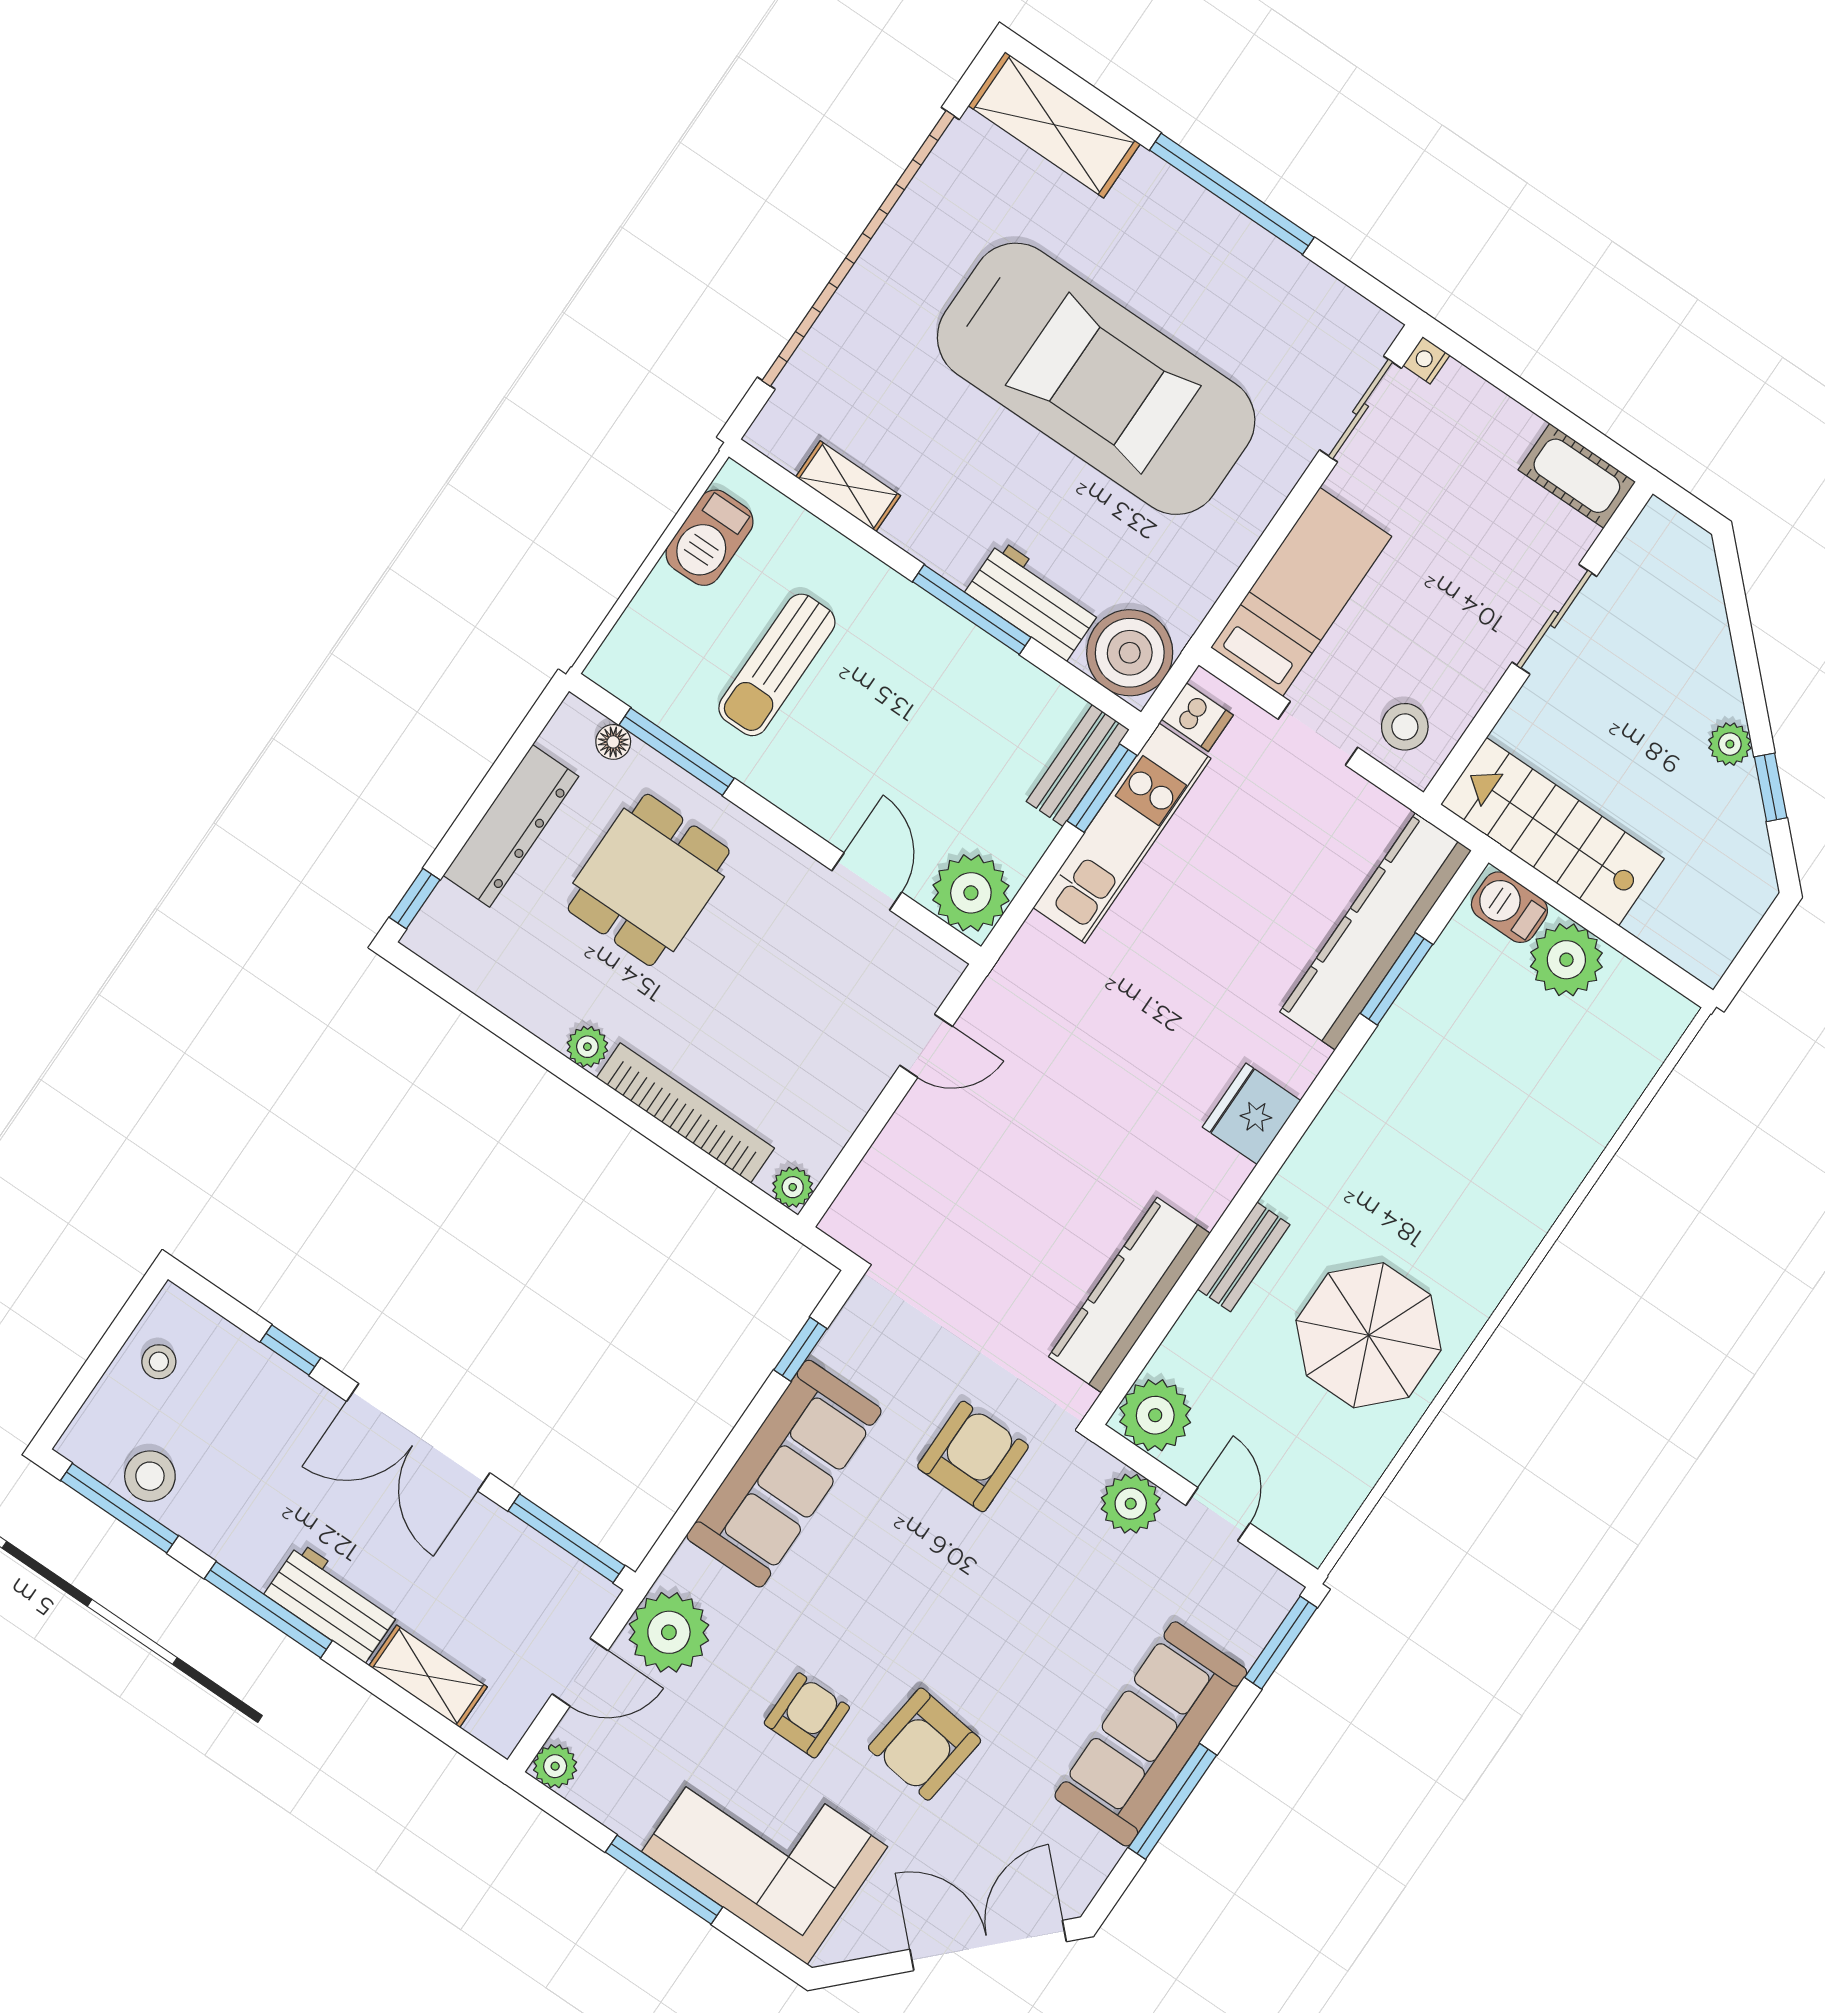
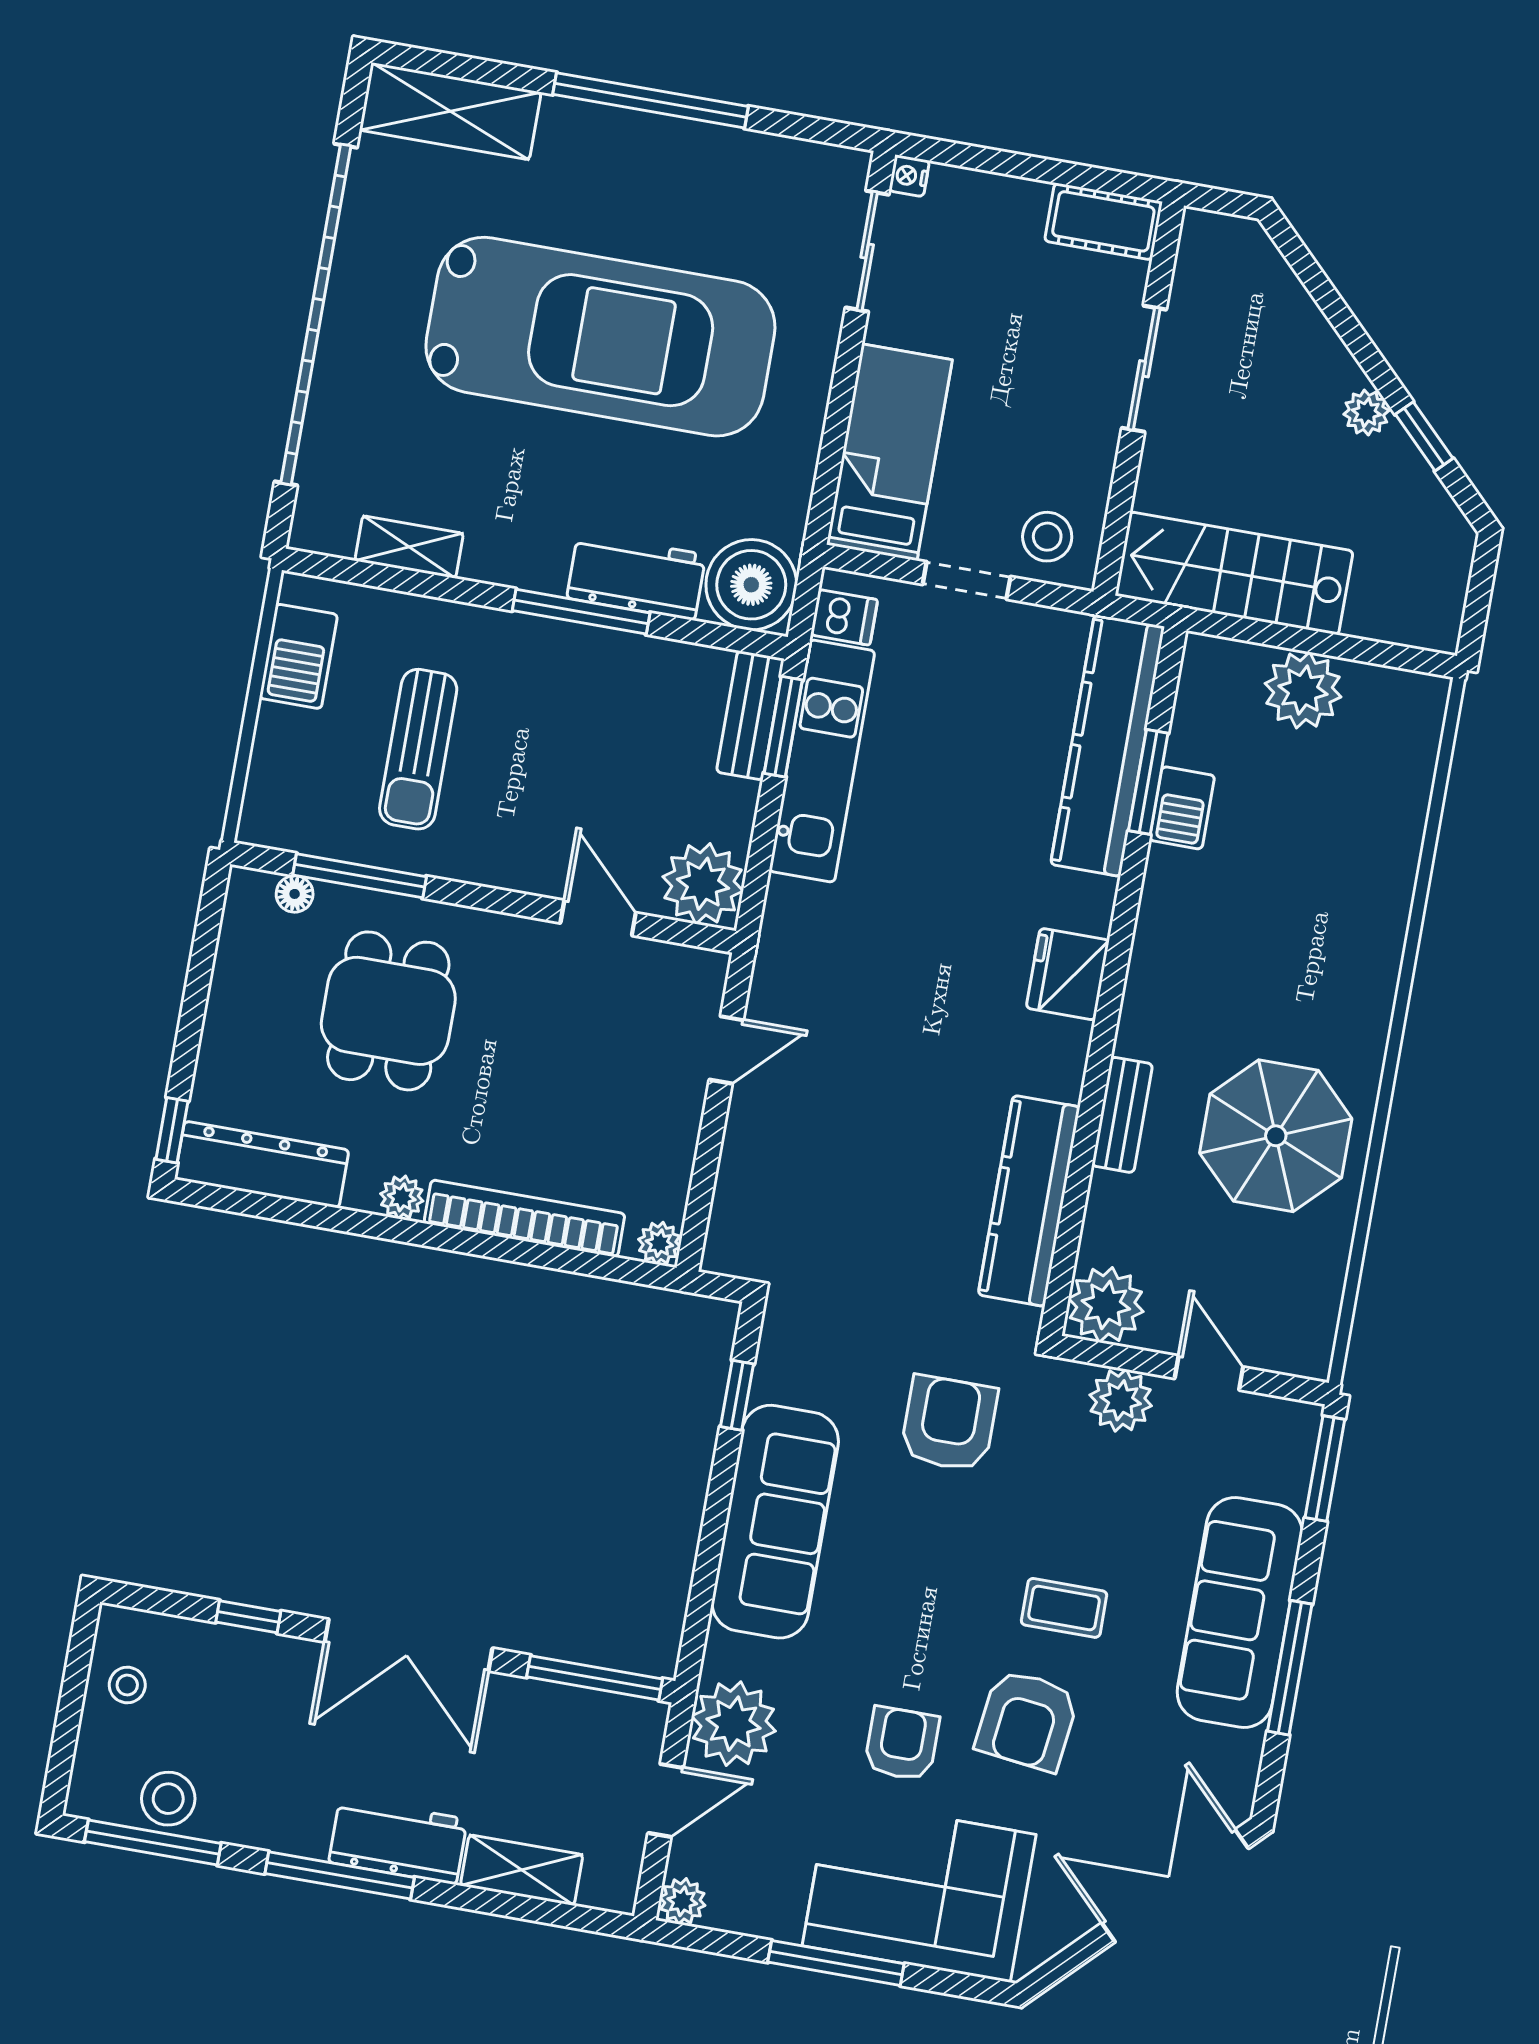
dresser: (511, 826) -> (262, 1165), moved, turned -90
barbecue: (1509, 907) -> (1182, 808), moved, turned -90
coffee table: (1000, 1661) -> (1064, 1608), added

